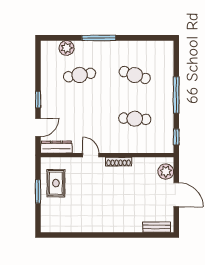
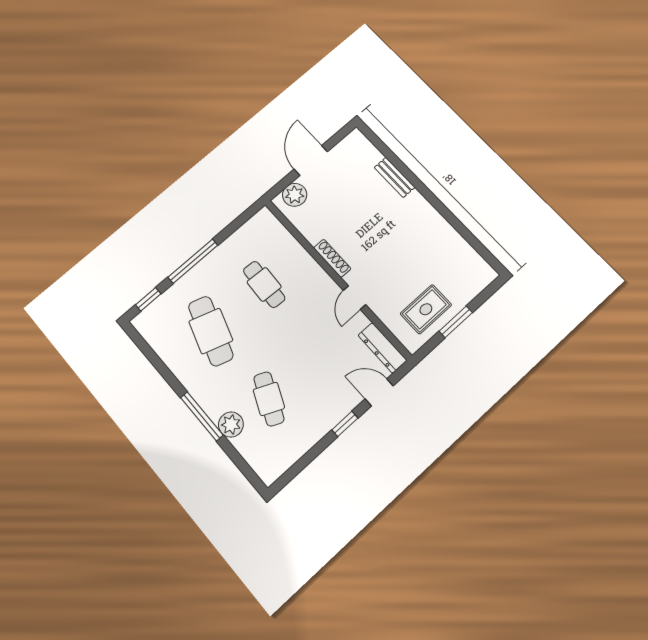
plant: (67, 48) -> (231, 425), moved
cafe table: (80, 75) -> (269, 399), turned 33
cafe table: (135, 75) -> (211, 331), width x1.37, depth x1.35
window: (176, 137) -> (148, 299), moved
bench: (157, 227) -> (395, 177), moved

